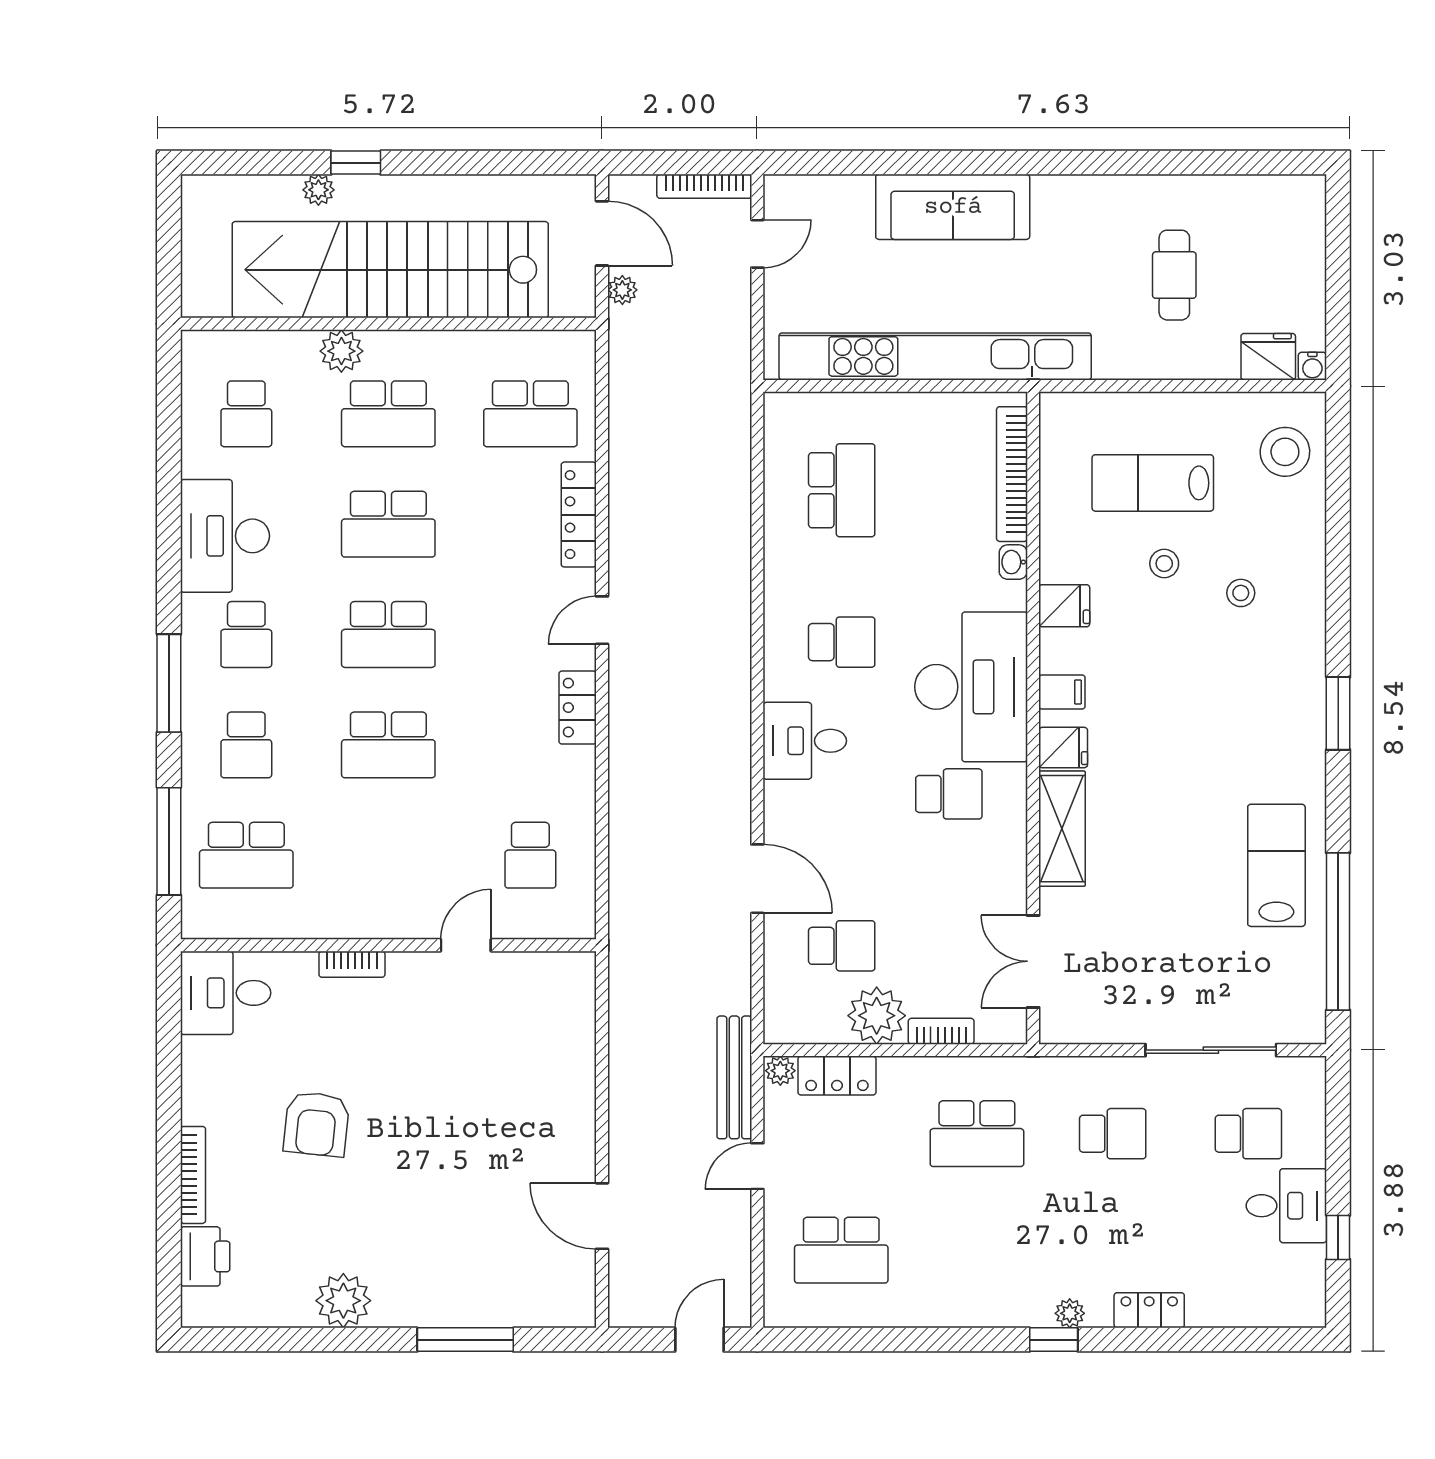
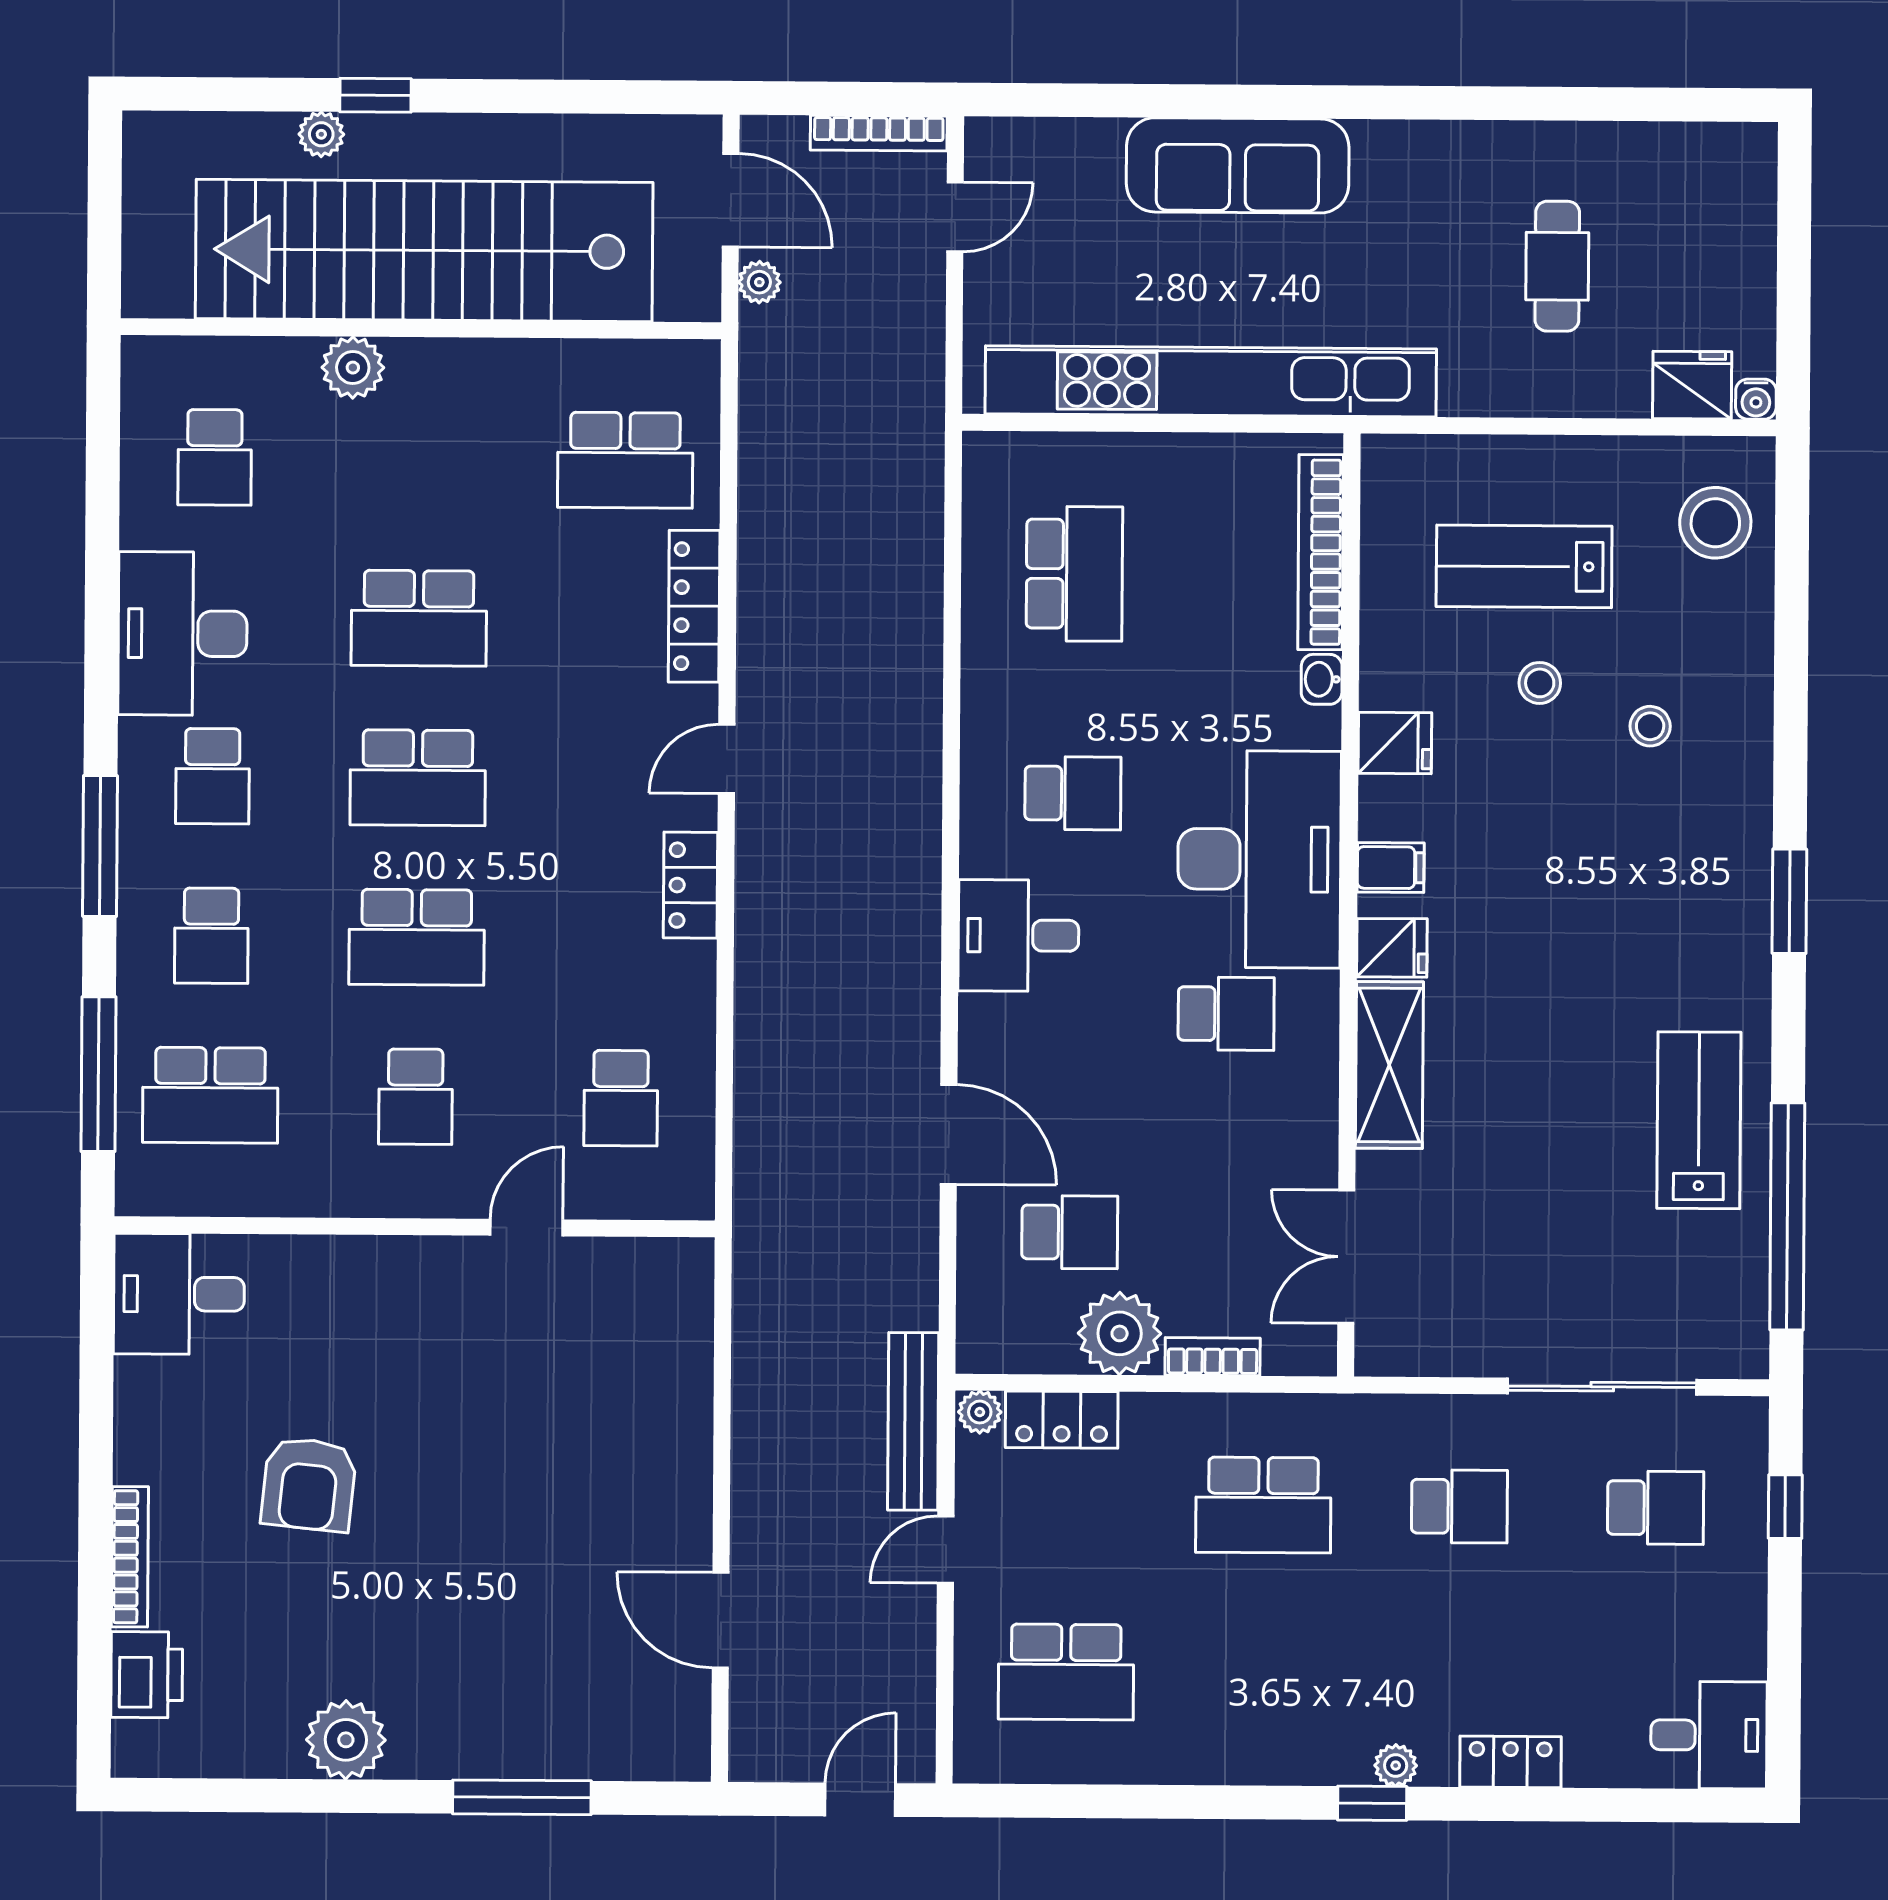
school desk: (388, 414) -> (415, 1097), moved, width x0.54
bookcase: (352, 964) -> (362, 1254), removed
desk: (1286, 1206) -> (1709, 1735), moved
window: (1338, 1237) -> (1785, 1507), moved

